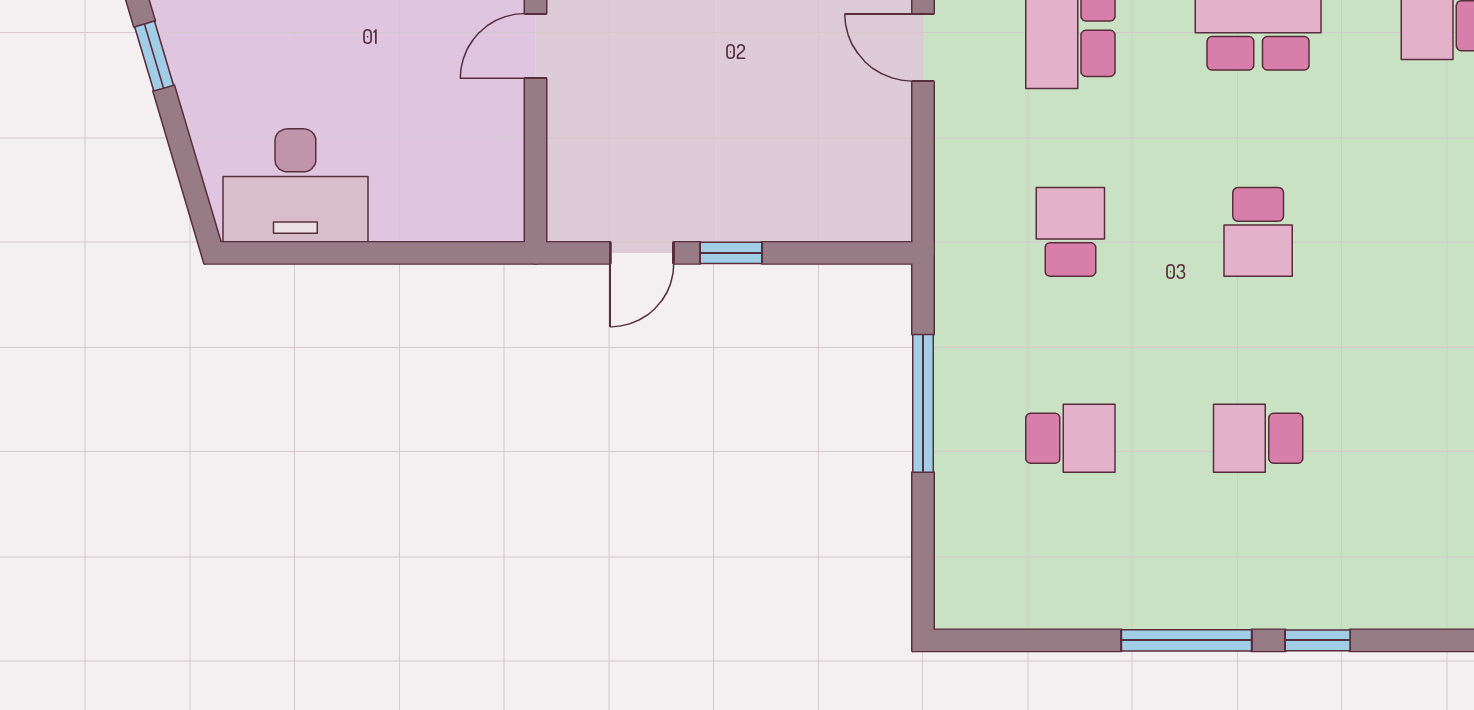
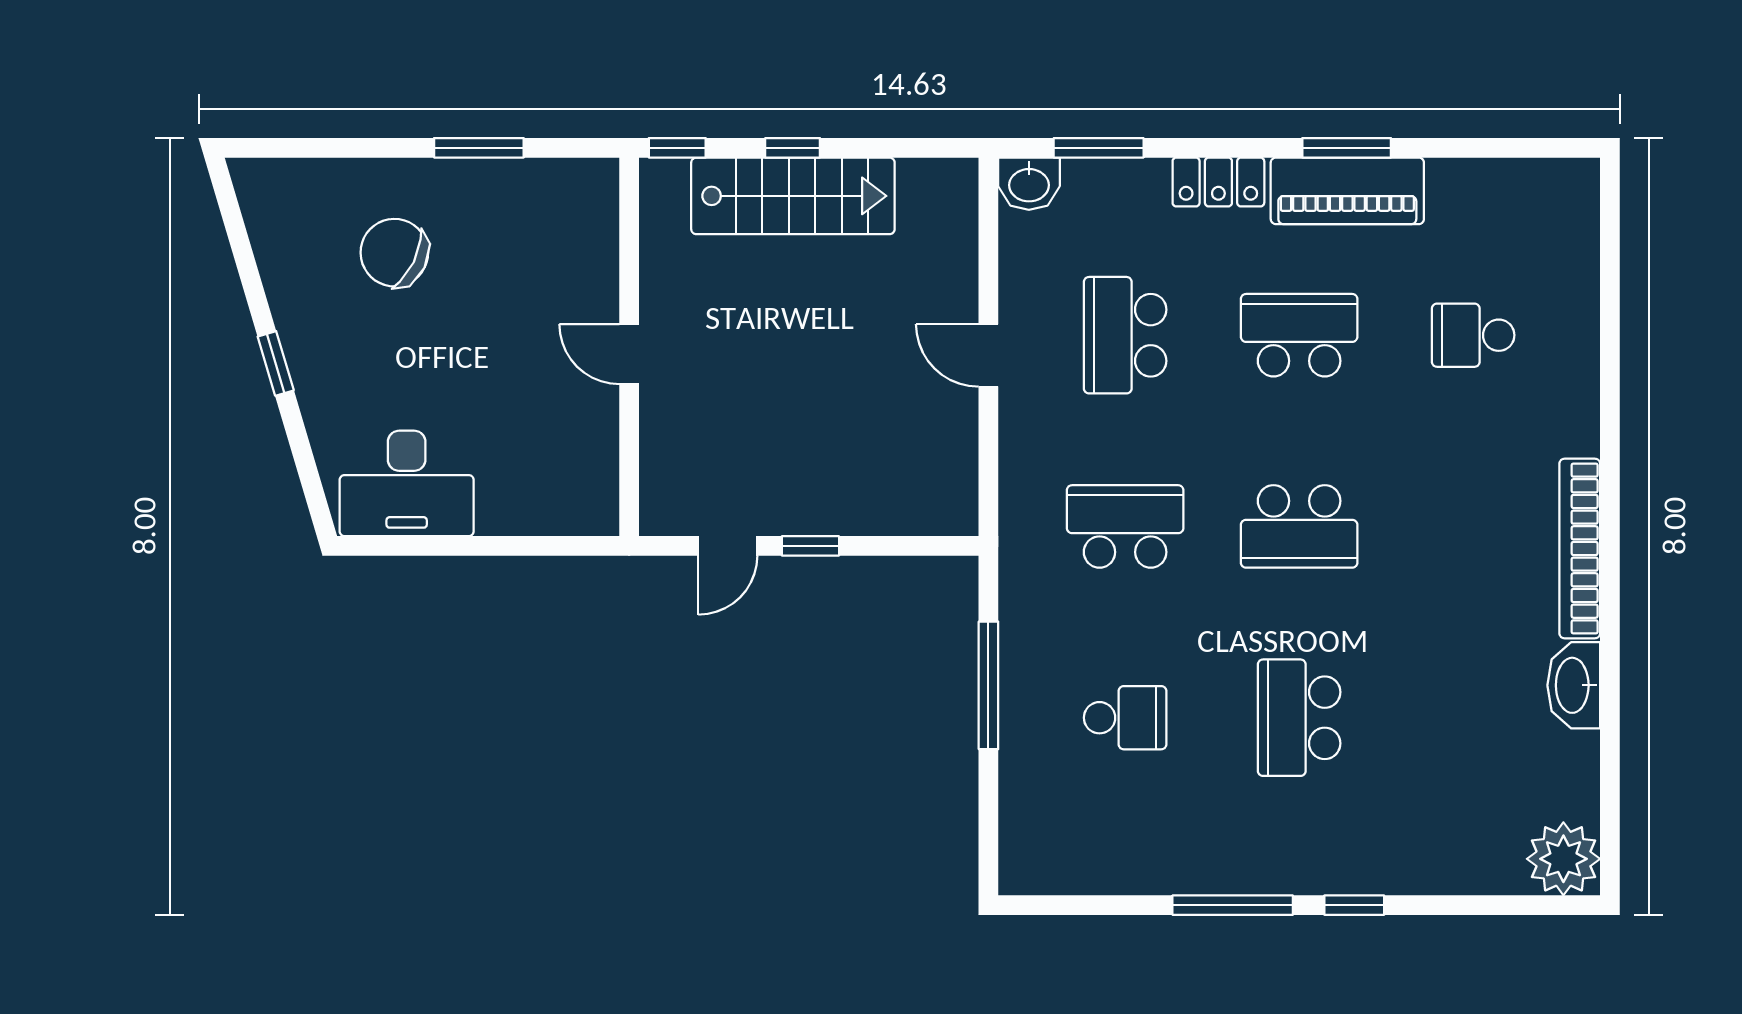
door: (535, 46) -> (629, 354), hinge flipped
school desk: (1070, 232) -> (1125, 526), width x1.85
school desk: (1258, 232) -> (1299, 526), width x1.85
school desk: (1258, 438) -> (1299, 718), width x1.85

